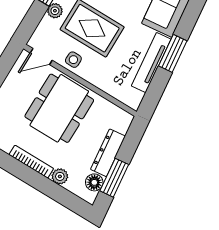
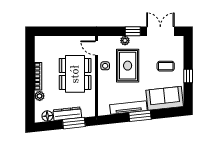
dining table: (59, 108) -> (75, 74), turned 90
window: (114, 178) -> (74, 123), moved

